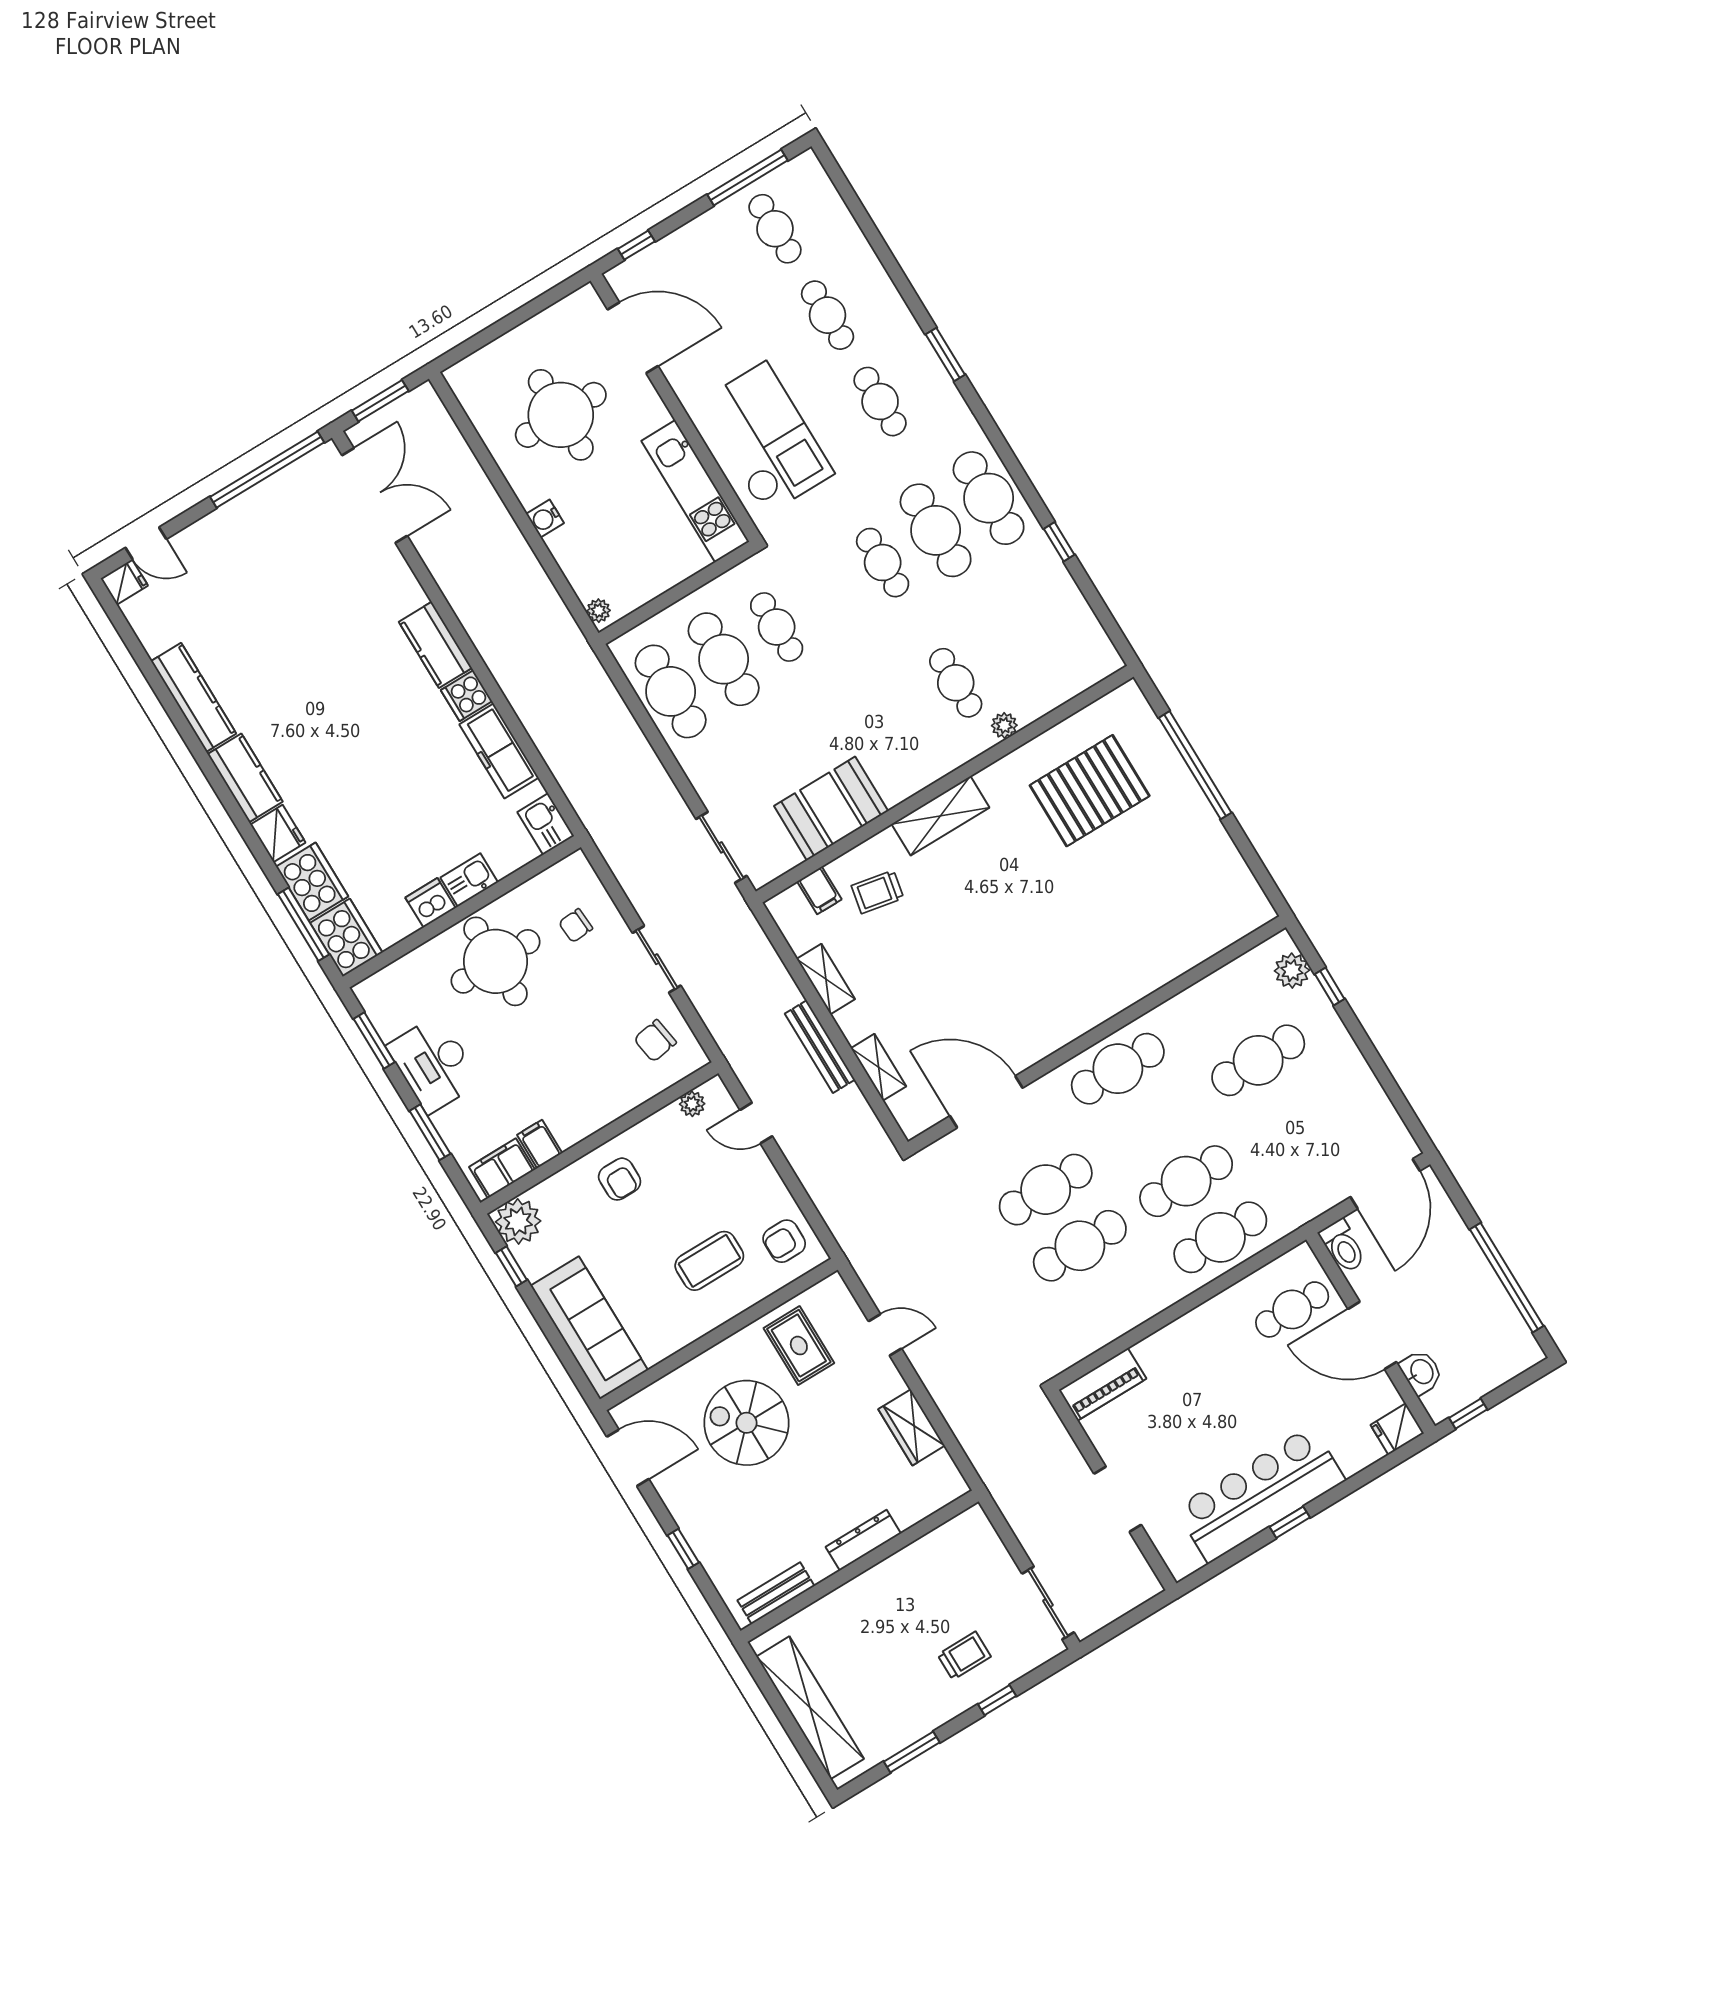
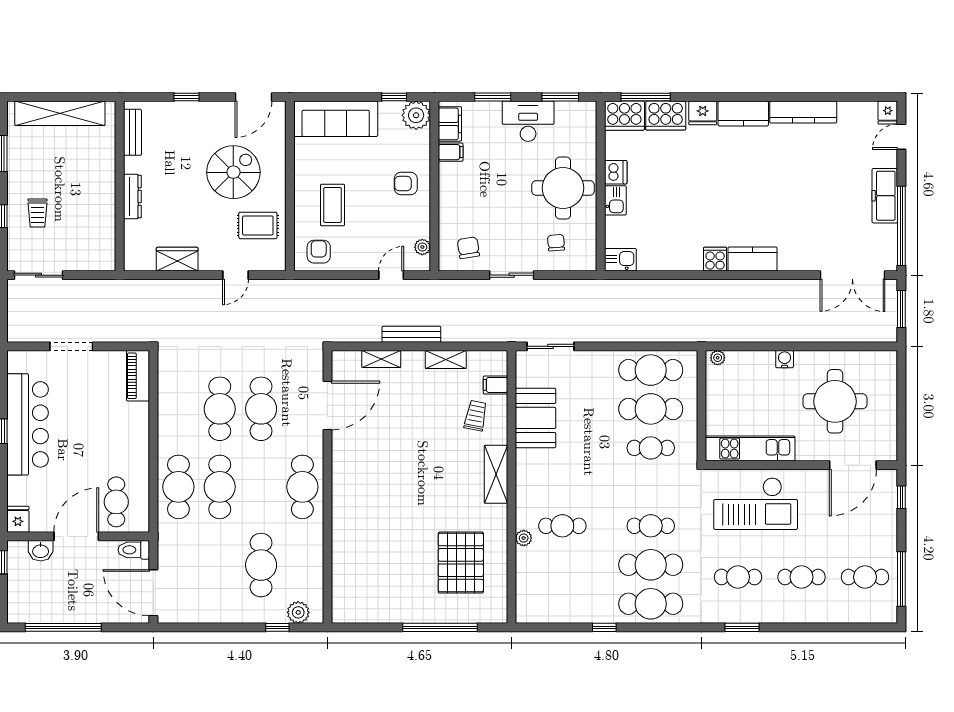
freezer: (499, 751) -> (885, 196), moved, turned -90

